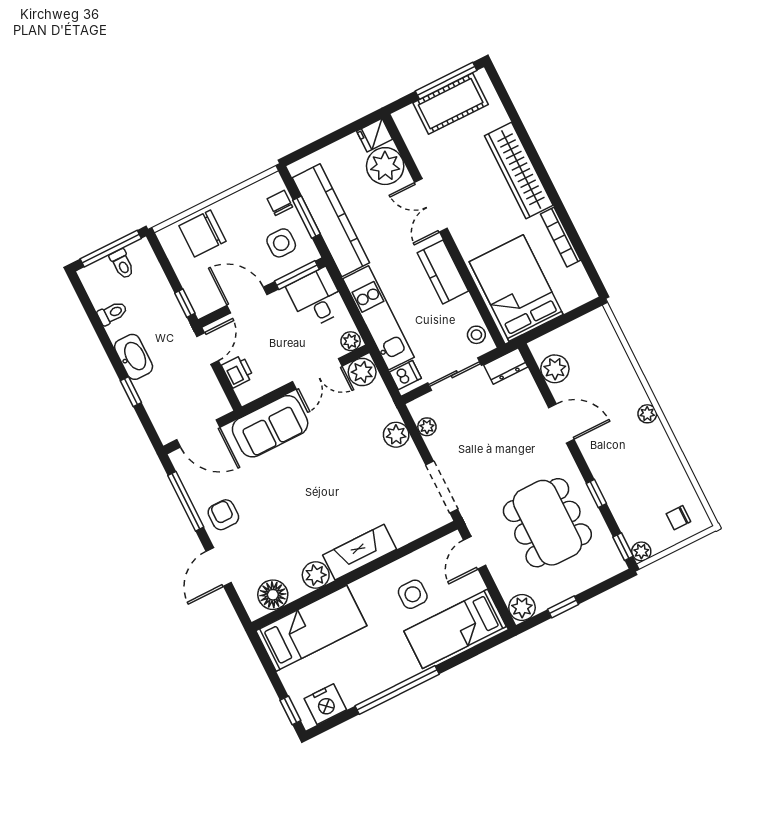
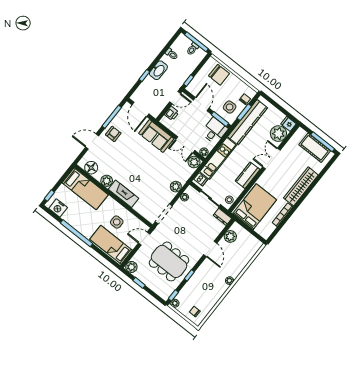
chair: (202, 234) -> (219, 75), turned 180
dining table: (547, 523) -> (169, 261), turned 90

